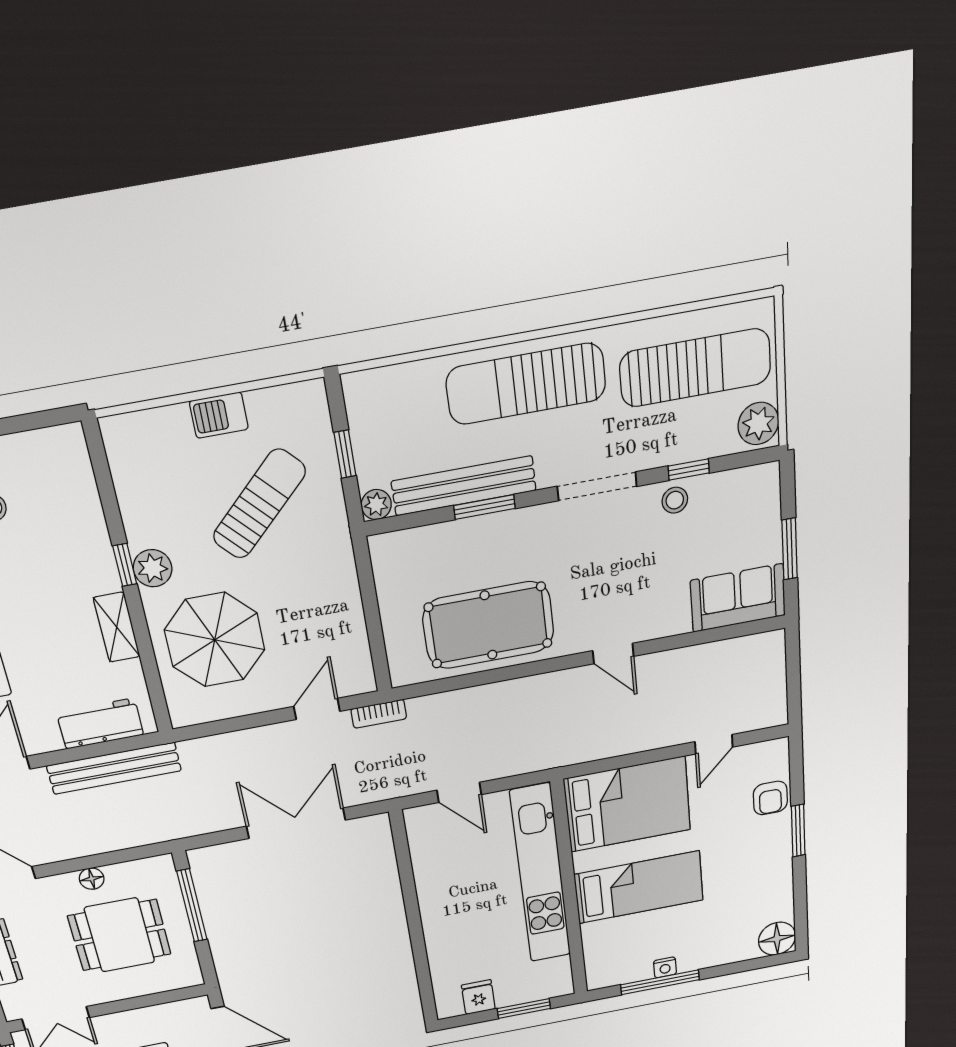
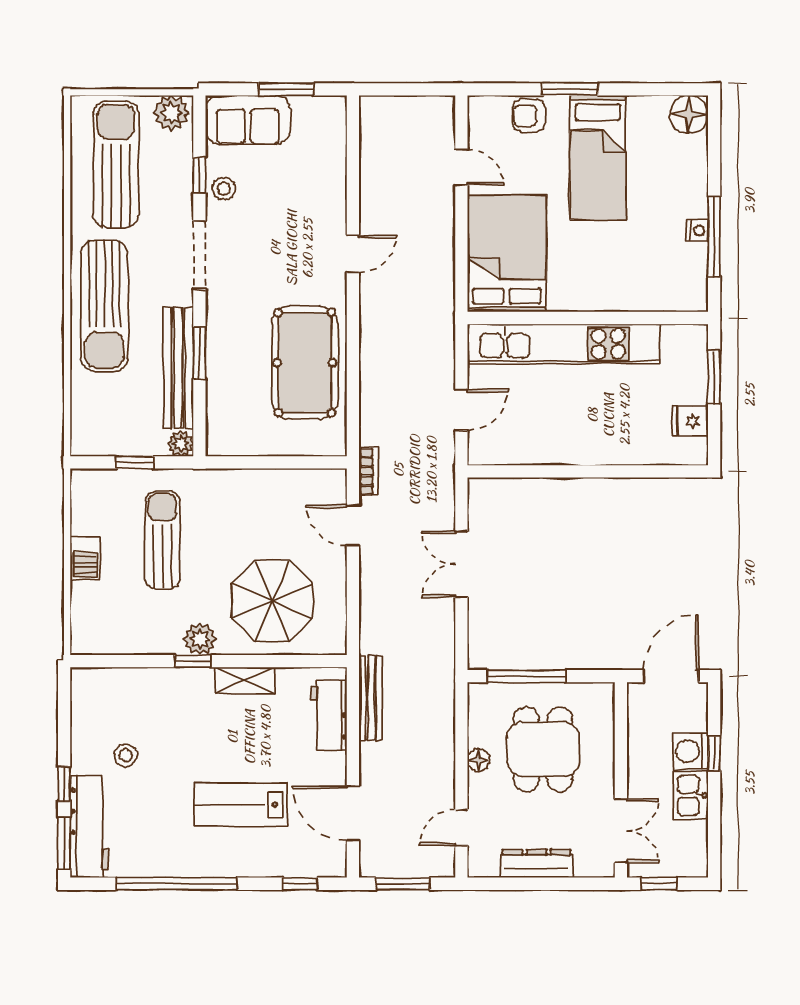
sun lounger: (259, 504) -> (162, 540), turned 44
sofa: (738, 598) -> (248, 120), moved, turned -90
bench: (114, 768) -> (371, 698), width x0.73, depth x0.82
armchair: (770, 798) -> (529, 116), turned 180
double door: (296, 823) -> (461, 564), width x0.73
bed: (639, 887) -> (598, 158), moved, turned 180

